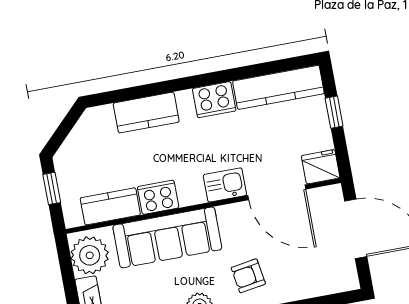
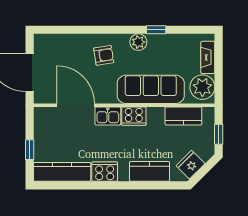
fridge: (321, 167) -> (191, 165), moved, turned 135
cooker: (158, 197) -> (134, 116), moved

